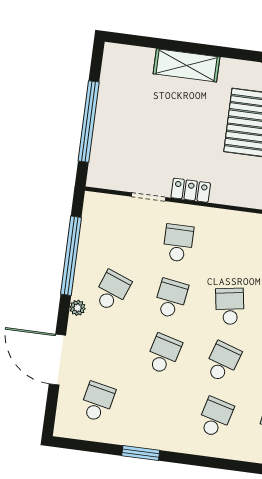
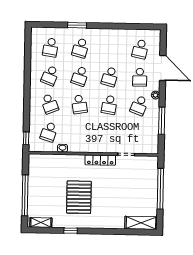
shelving: (187, 65) -> (141, 223), moved
locker: (191, 190) -> (100, 160), width x1.53
school desk: (178, 243) -> (140, 77), moved
window: (71, 256) -> (162, 121), width x0.68
window: (141, 453) -> (77, 25), moved

